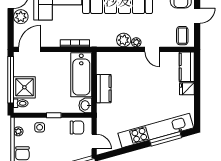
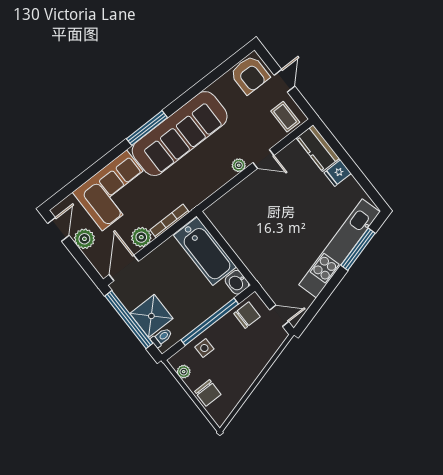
plant: (124, 40) -> (141, 237), moved
kitchen counter: (104, 89) -> (243, 247), removed
window: (54, 115) -> (210, 322), width x3.17

